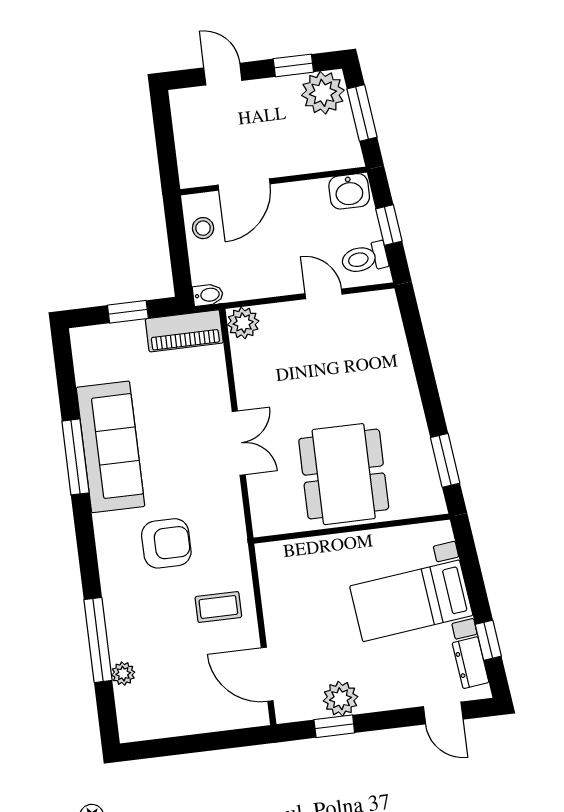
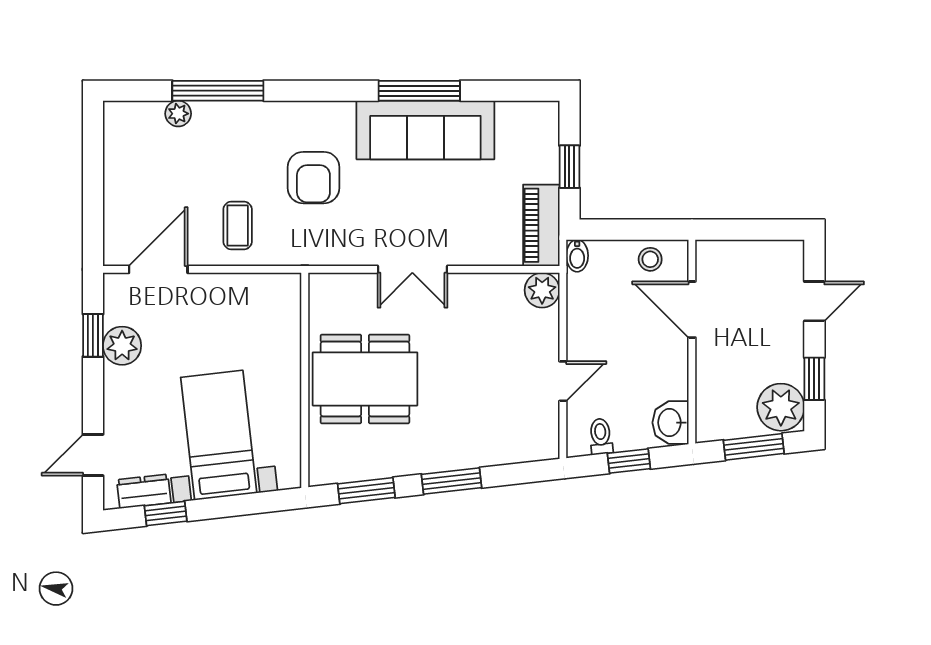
toilet: (364, 258) -> (601, 436), width x0.73, depth x0.72
window: (427, 384) -> (452, 481), added

